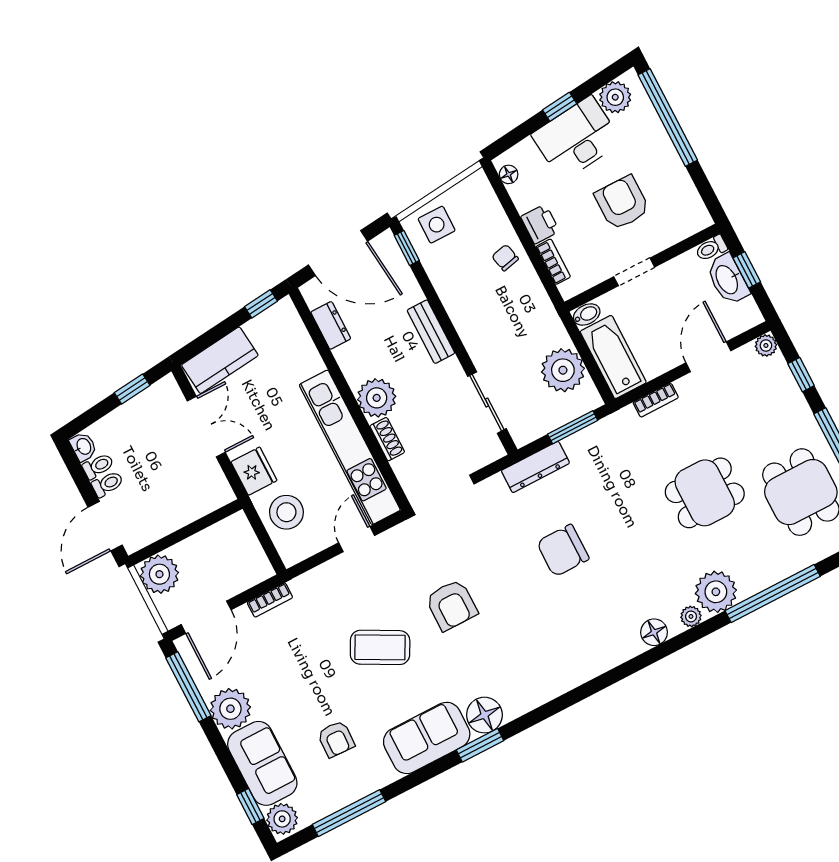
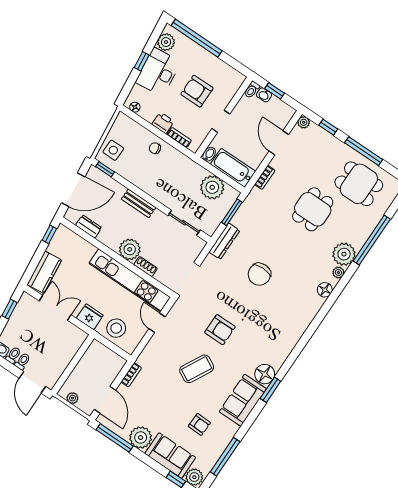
washbasin: (728, 279) -> (264, 95), width x0.52, depth x0.69
plant: (159, 574) -> (72, 398), width x0.53, depth x0.53

